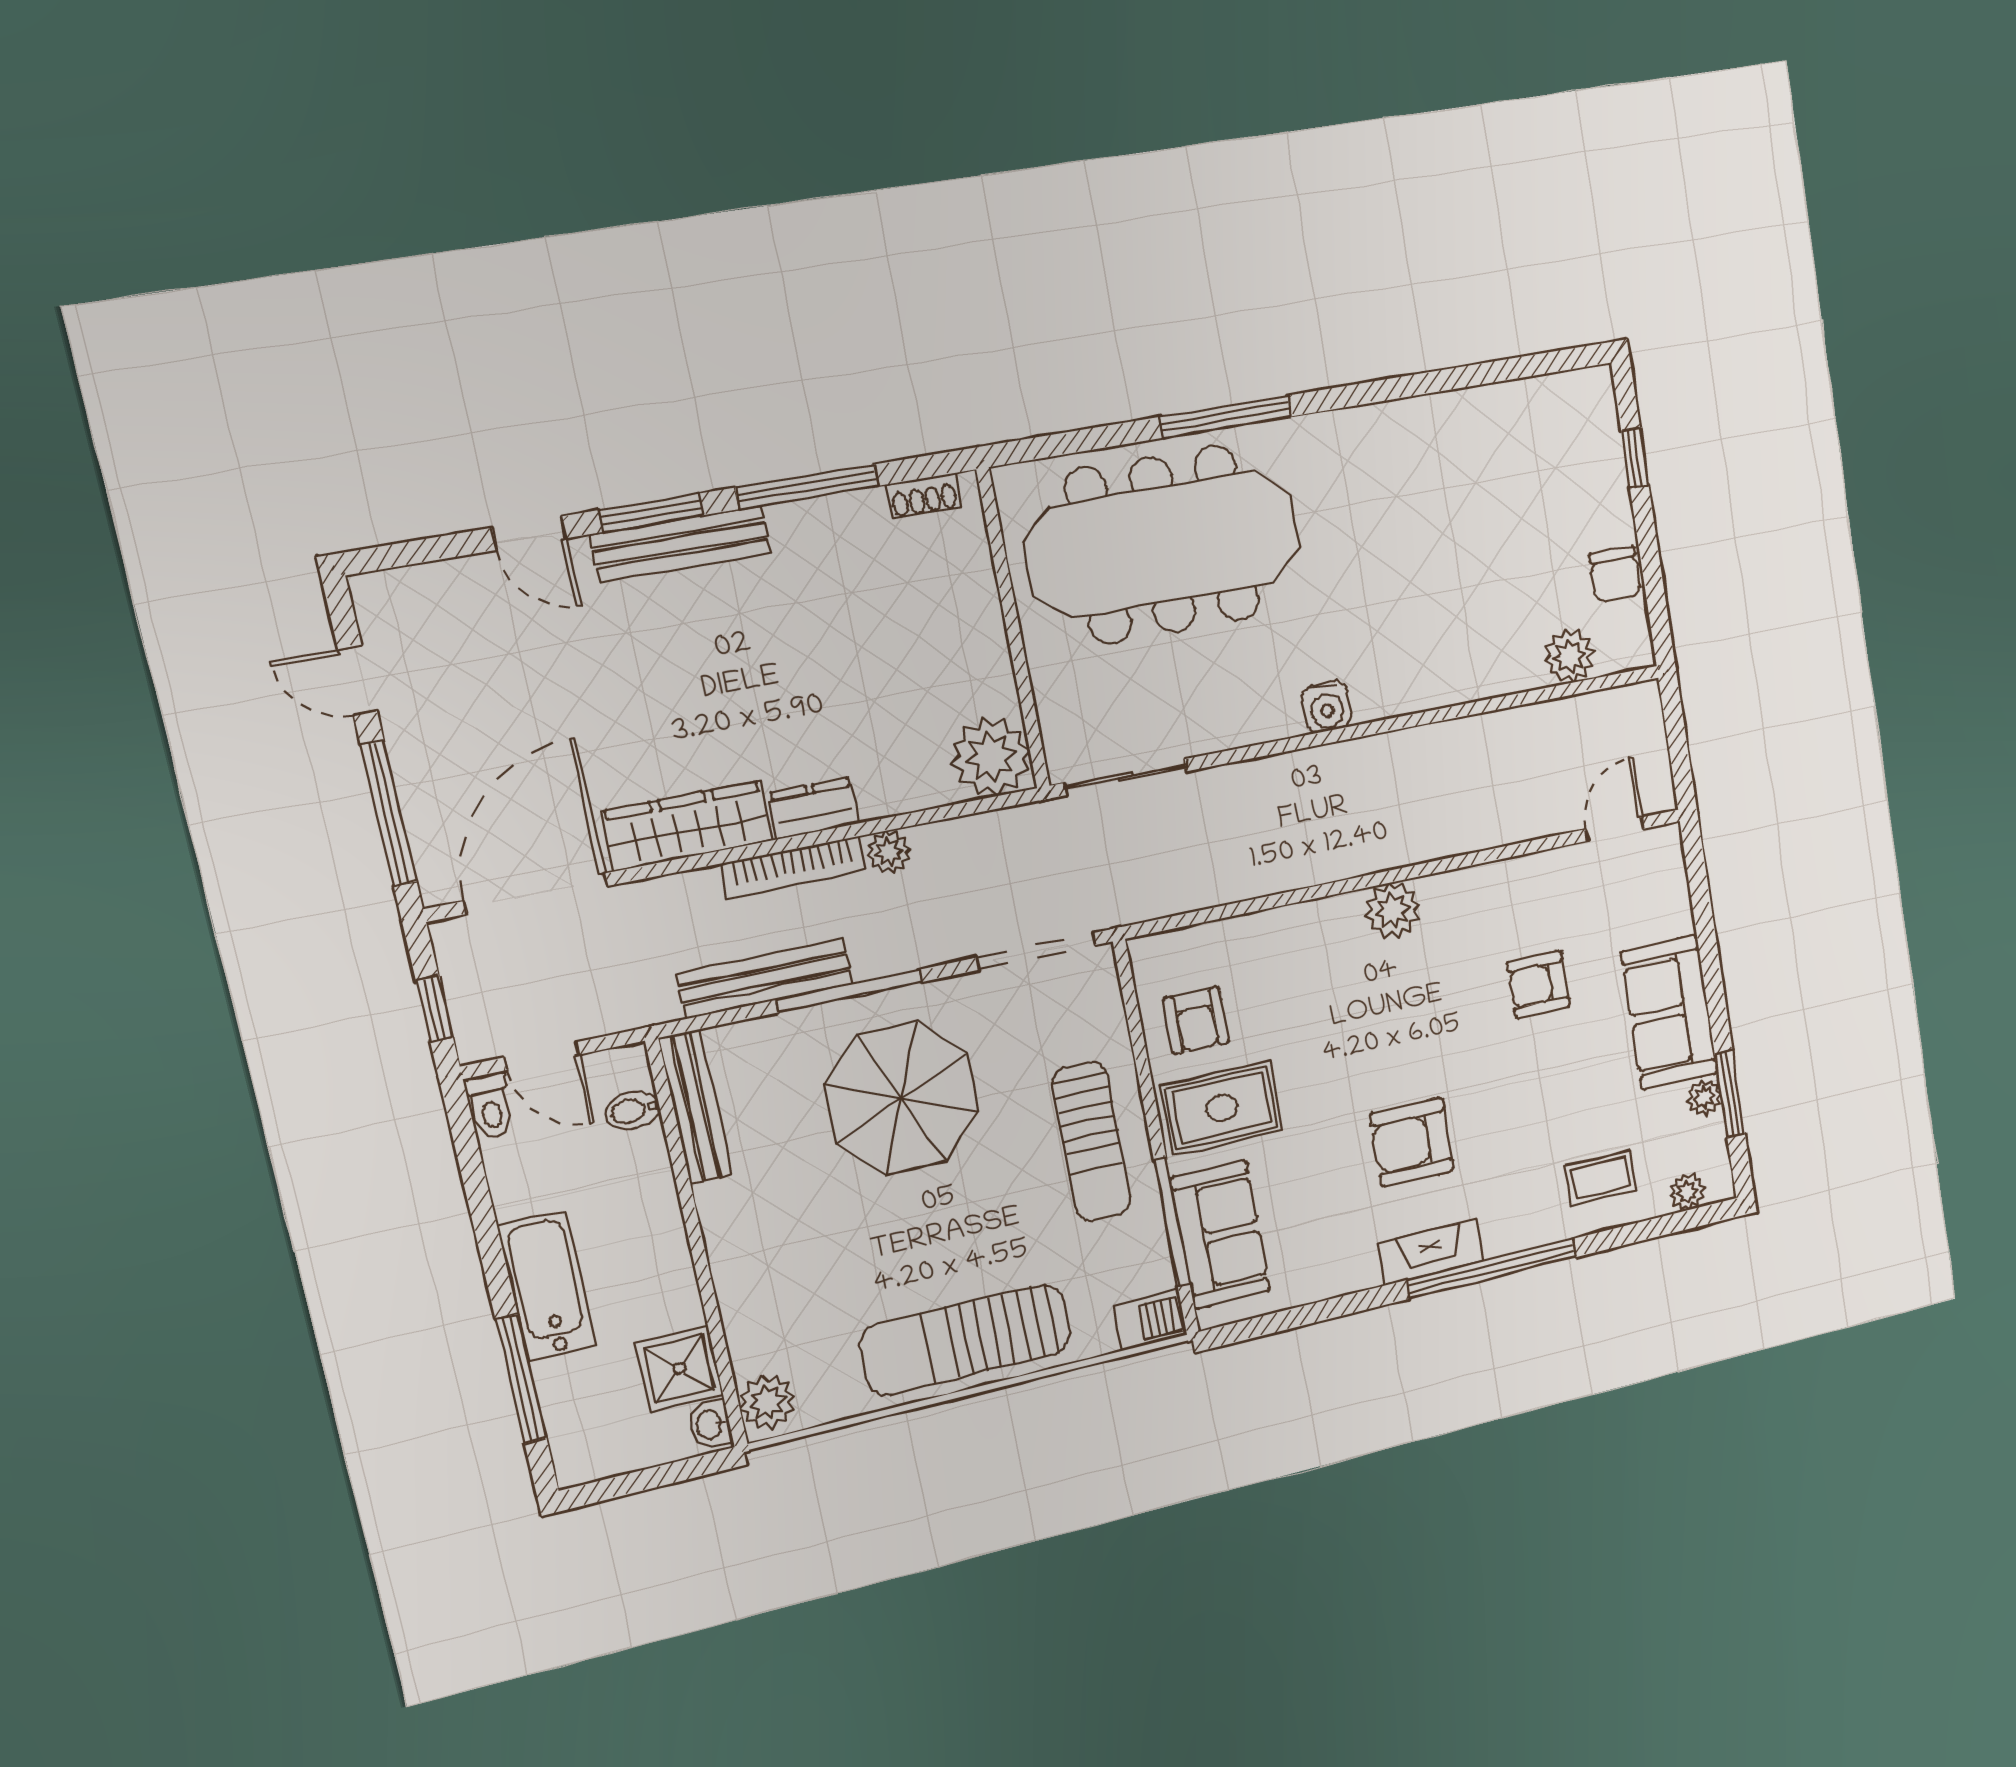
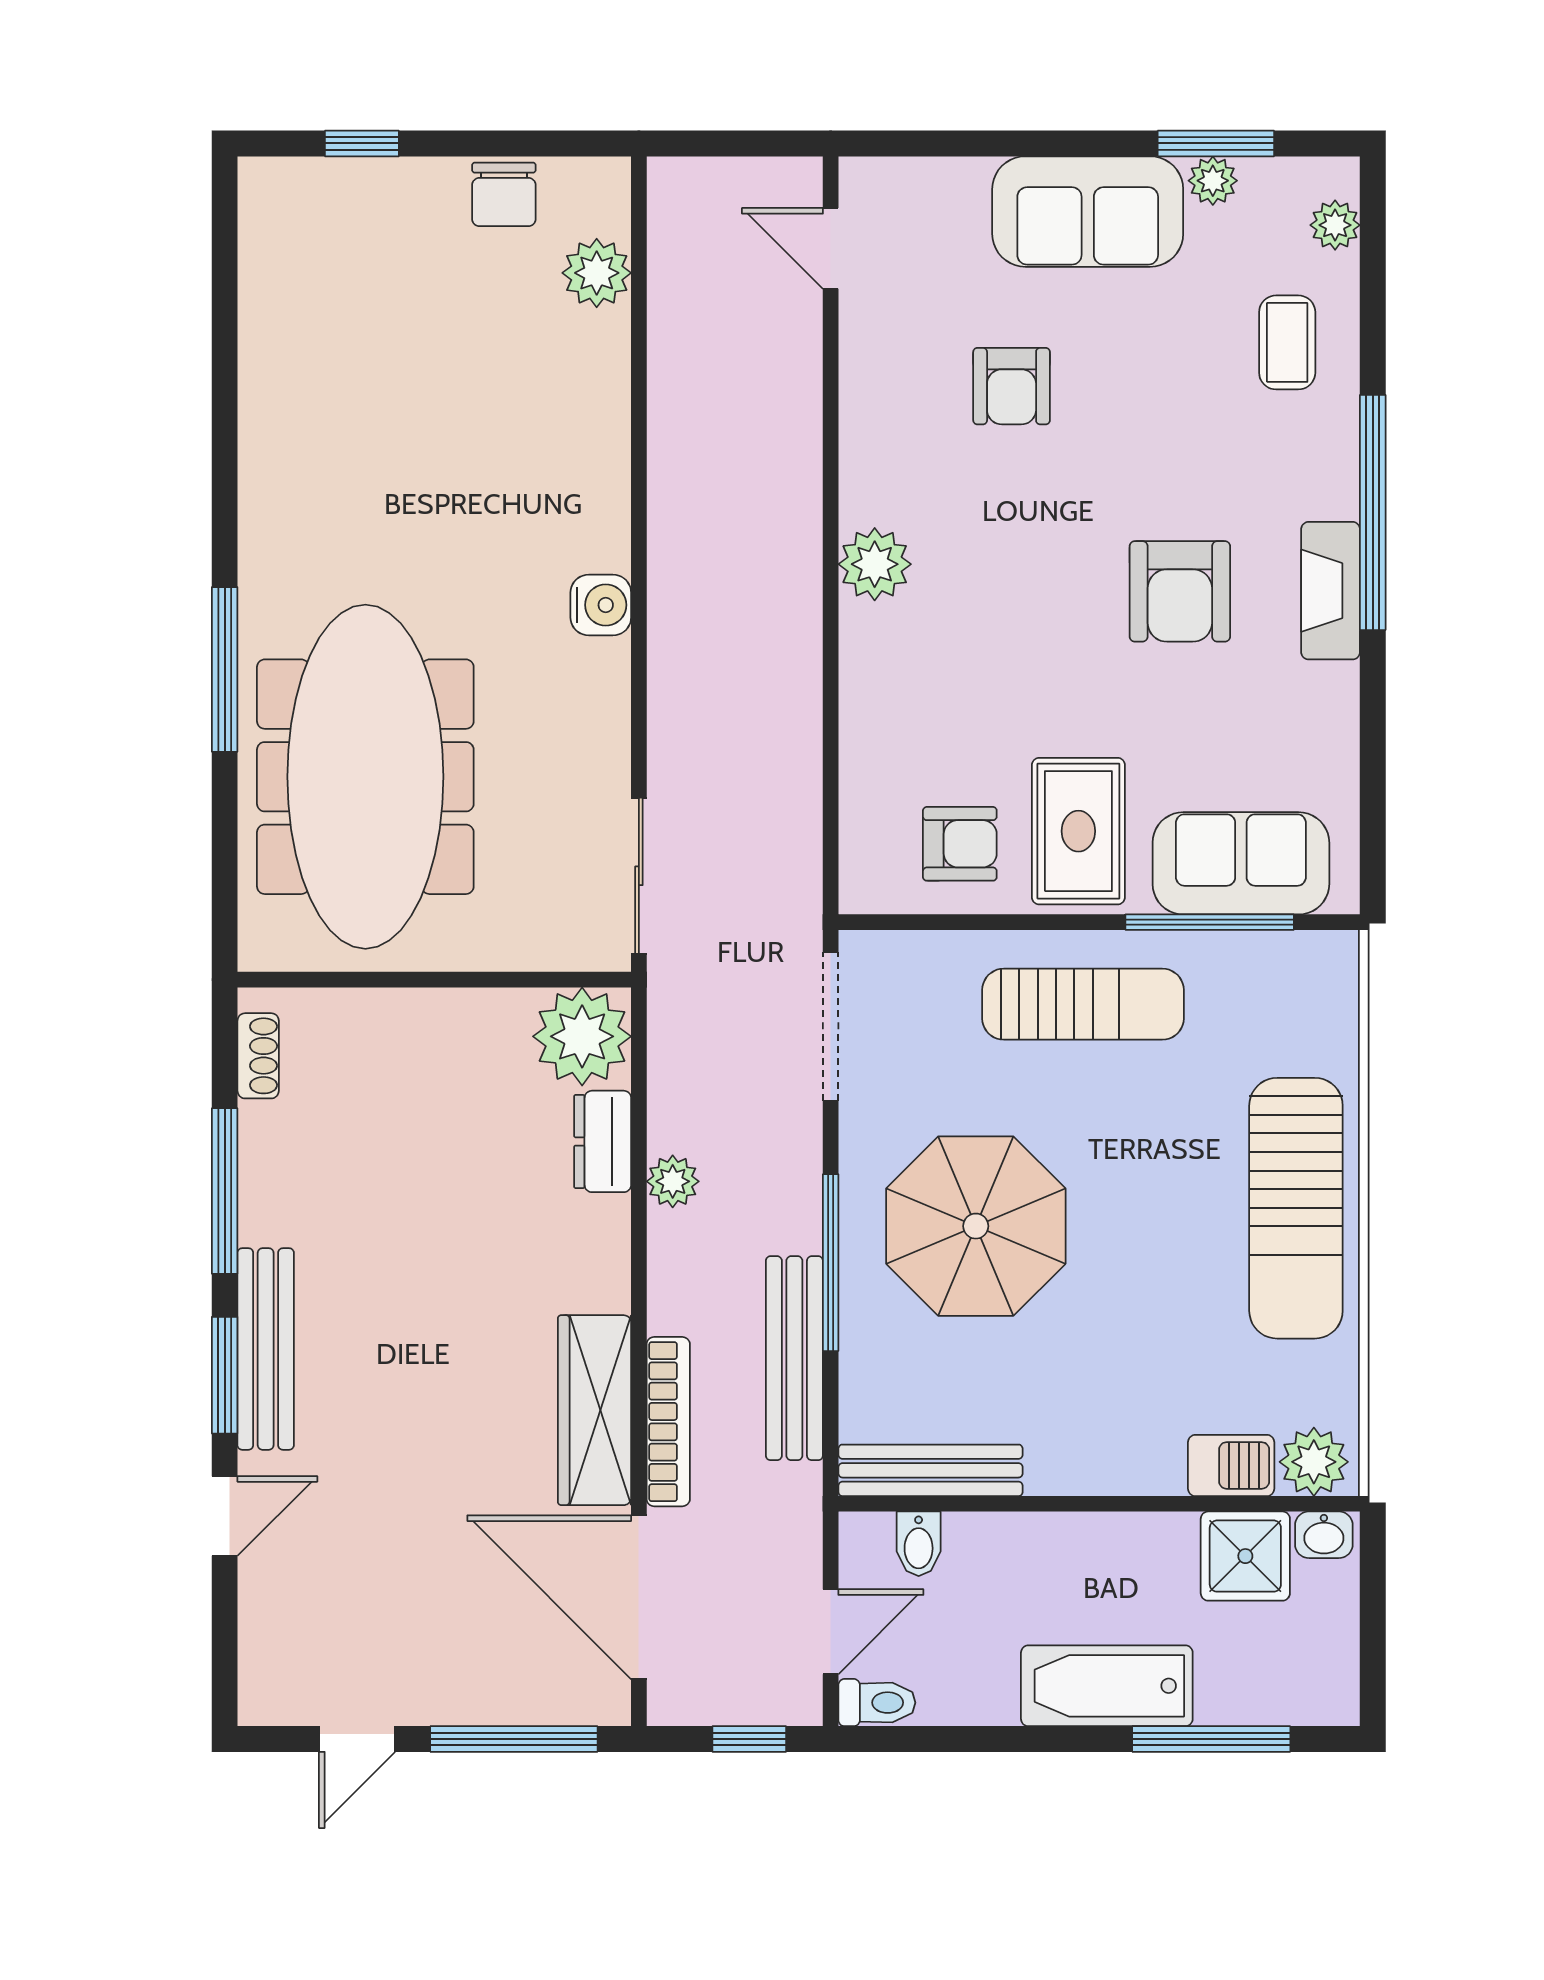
chair: (1615, 574) -> (504, 194), turned 90
dresser: (814, 808) -> (603, 1141), moved
bookcase: (794, 867) -> (668, 1422), moved
barbecue: (1150, 1320) -> (1231, 1465), moved, turned 90

